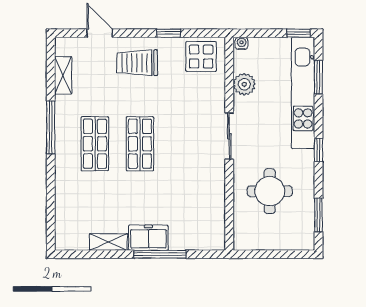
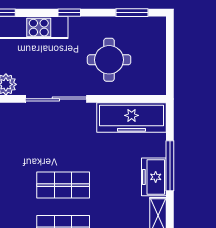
sliding door: (229, 136) -> (56, 99), width x1.37
freezer: (210, 214) -> (132, 118), added

